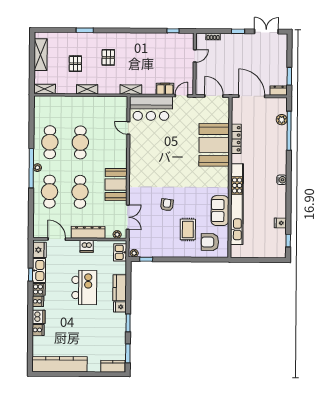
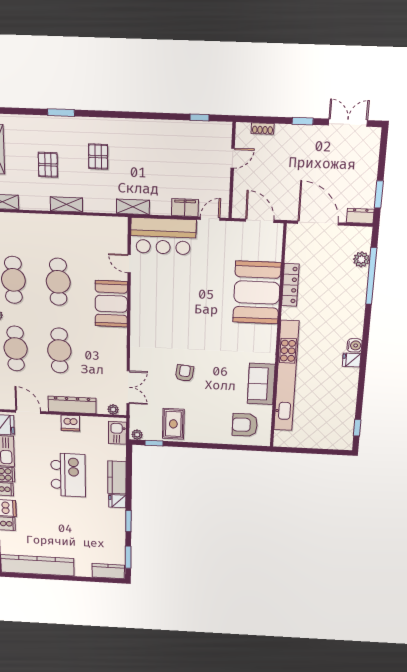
booth: (116, 185) -> (111, 304), moved
fridge: (280, 223) -> (352, 360), moved
rug: (188, 229) -> (173, 424), moved

